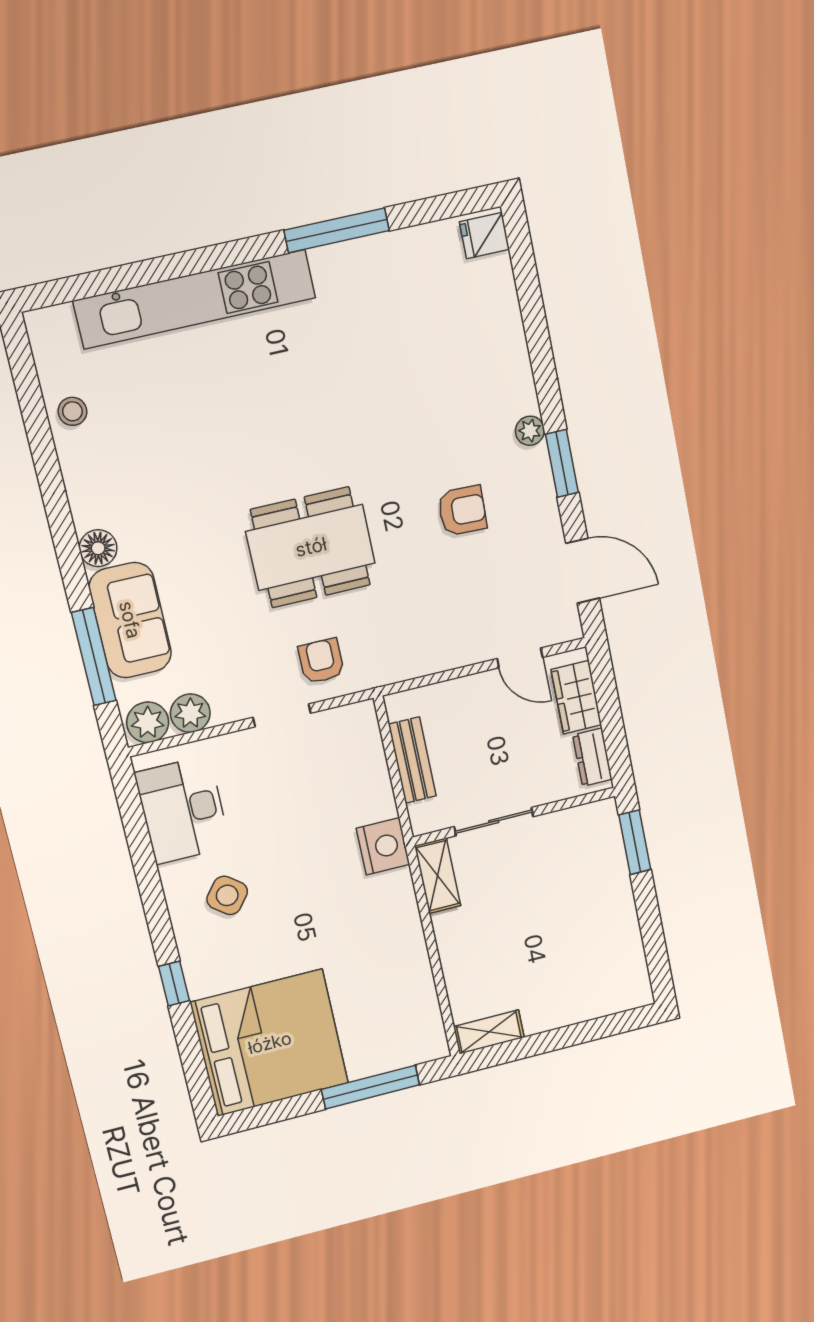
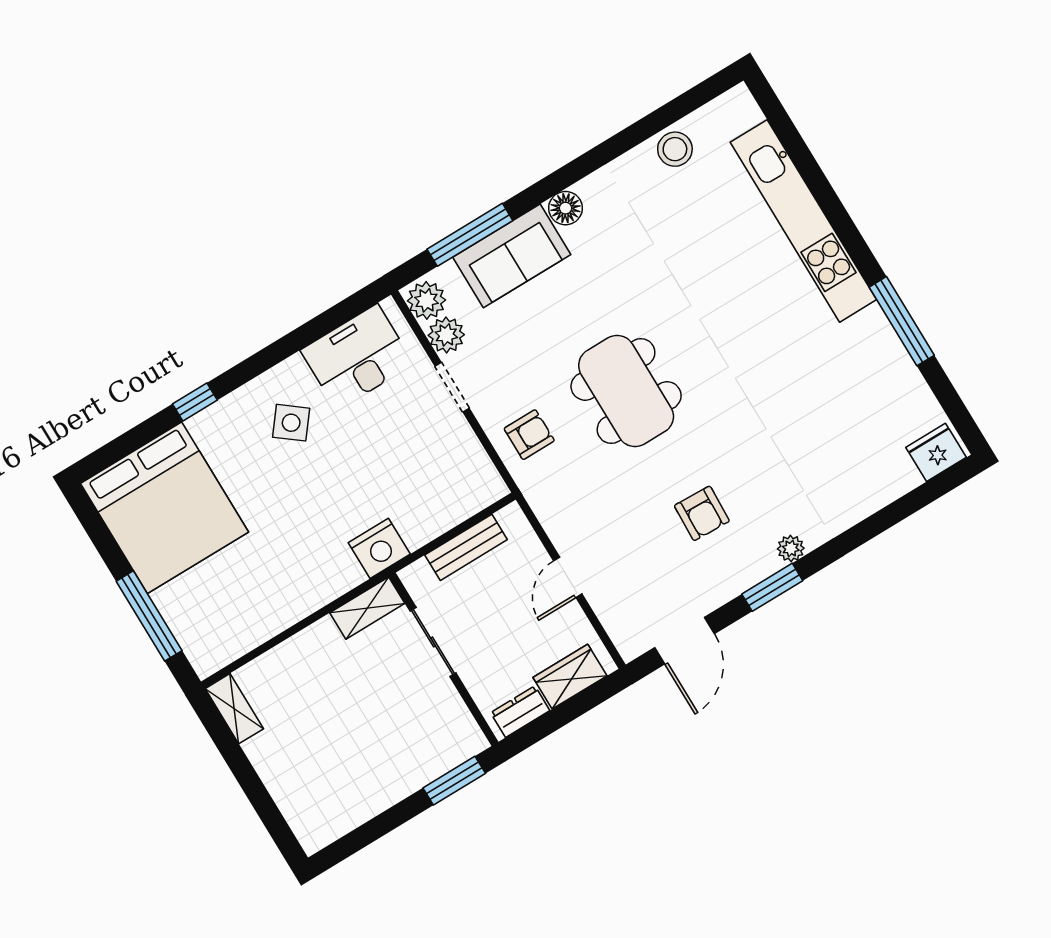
fridge: (484, 236) -> (936, 452), width x1.38
stool: (72, 411) -> (675, 149), width x1.37, depth x1.37
door: (520, 658) -> (568, 577), moved
doorway: (282, 715) -> (452, 387), moved

